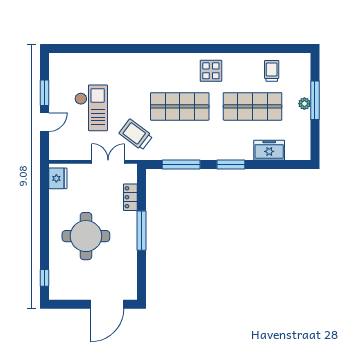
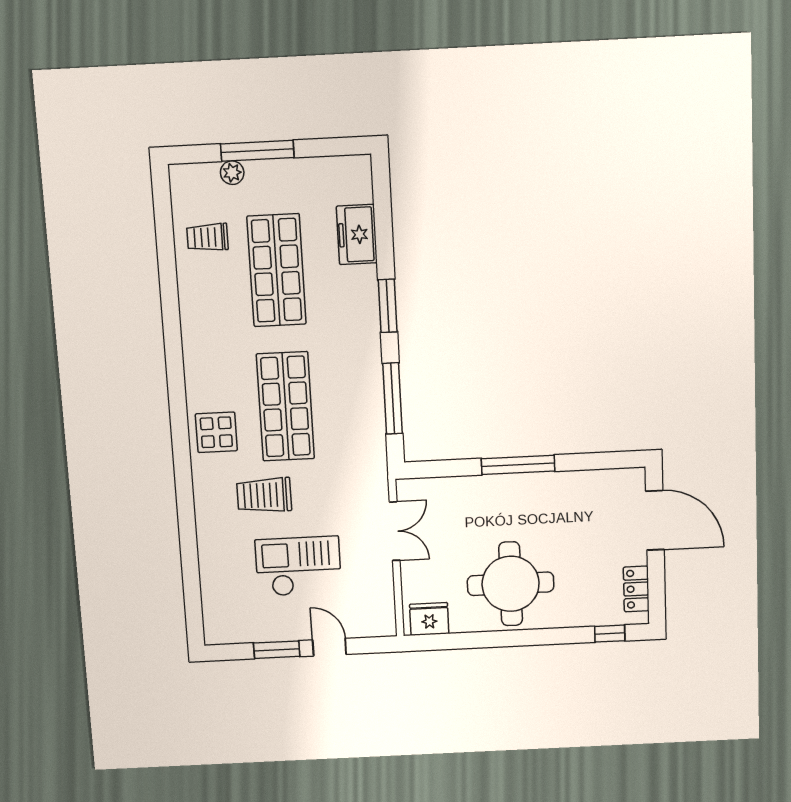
display table: (211, 71) -> (216, 432), moved
plant: (304, 104) -> (232, 173), moved
trolley: (136, 135) -> (264, 495), moved, turned 53
double door: (108, 162) -> (395, 531), swing flipped
locker: (130, 197) -> (636, 589), moved, turned 90
round table: (86, 236) -> (511, 584), moved

